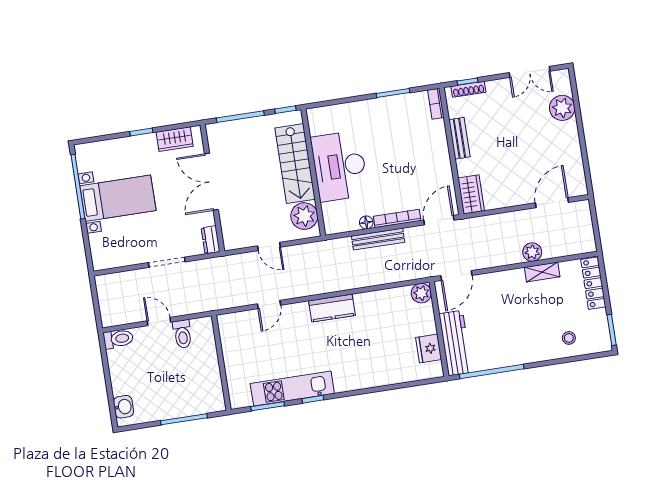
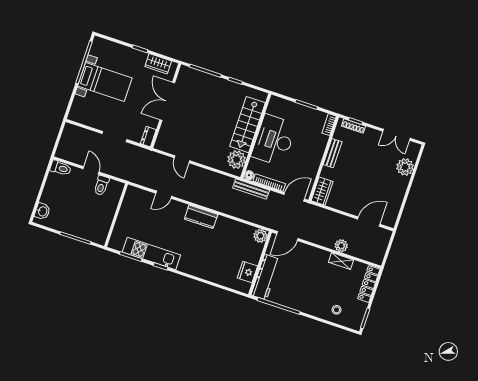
stairs: (295, 164) -> (247, 125), moved
desk: (340, 166) -> (274, 140), moved
wall: (313, 172) -> (256, 136), moved
plant: (304, 216) -> (237, 160), moved

